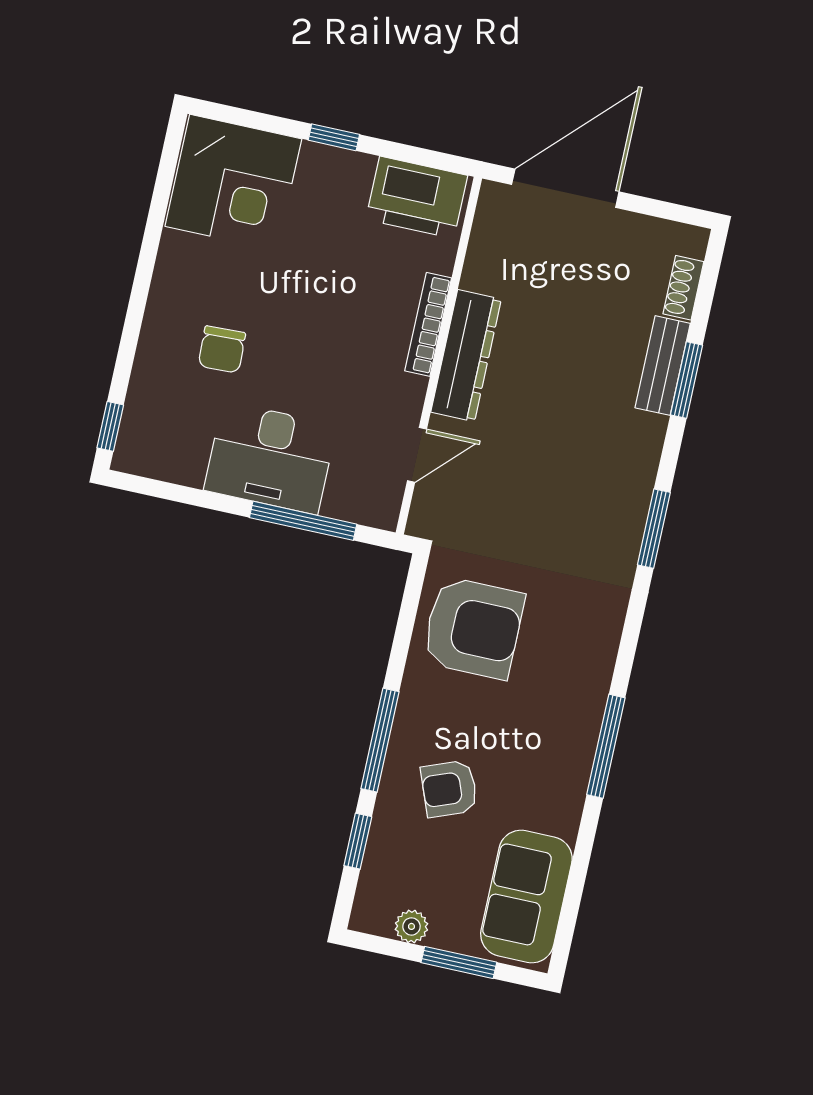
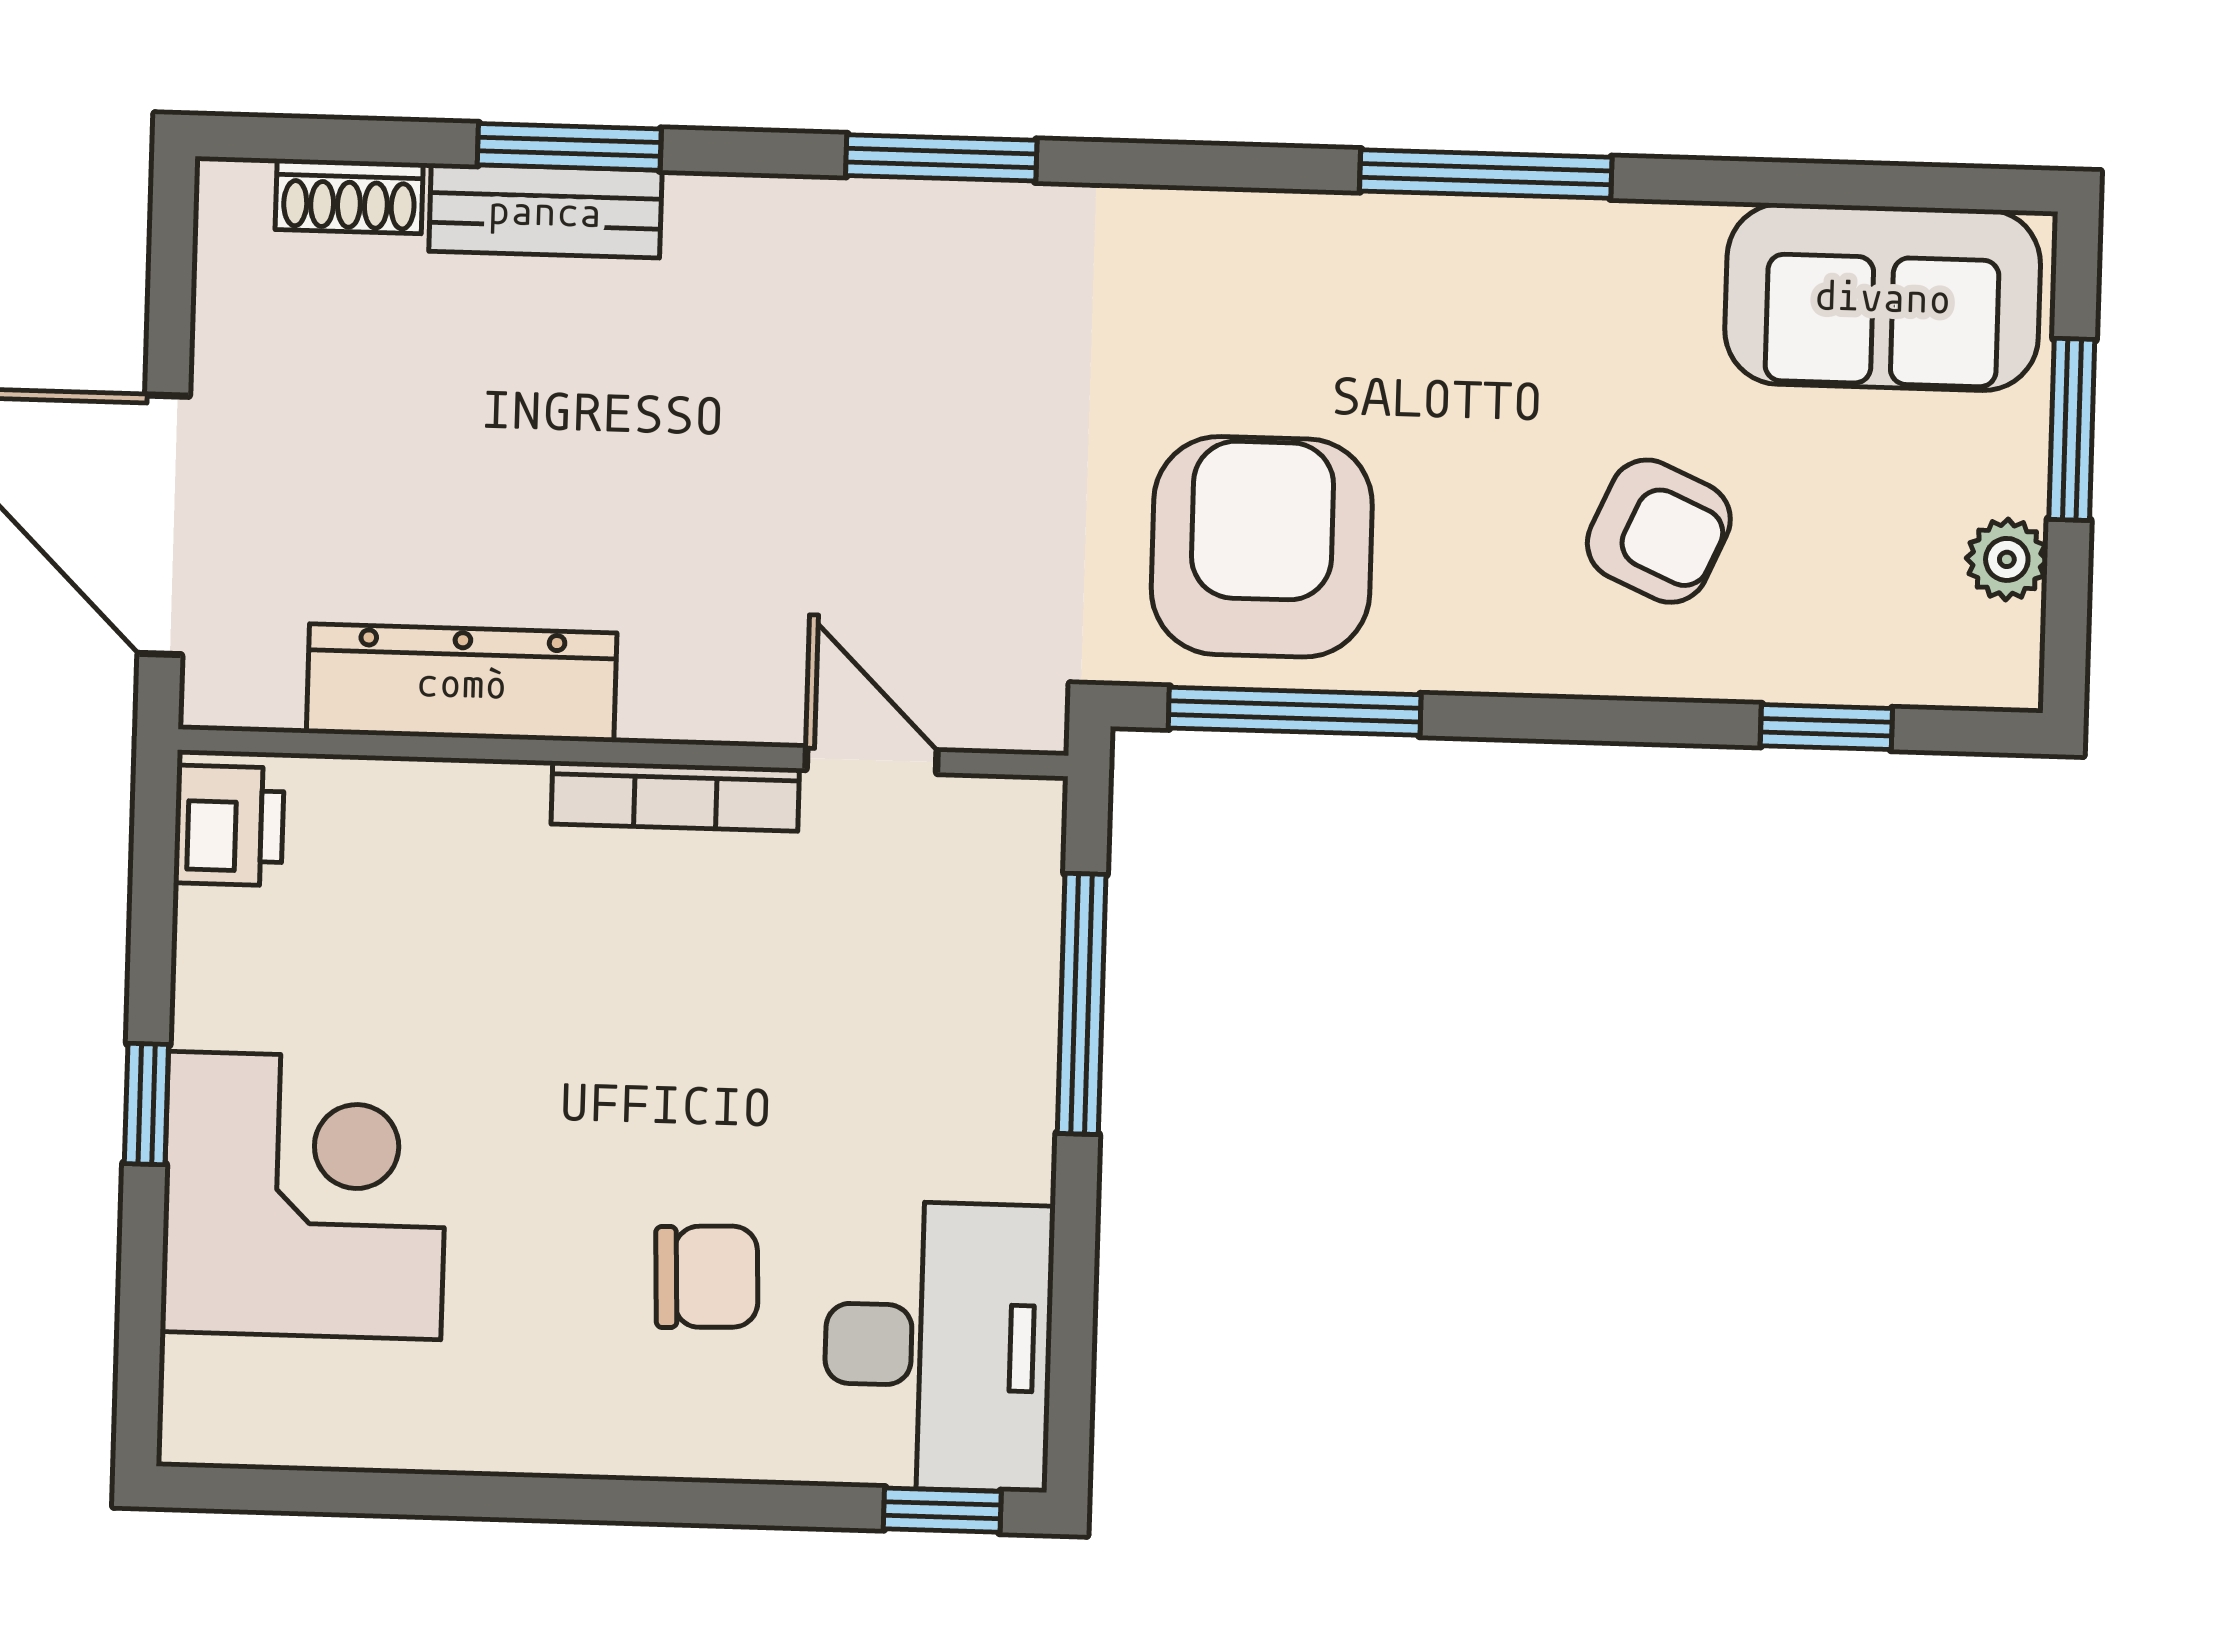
corner desk: (233, 183) -> (305, 1196), moved
printer: (417, 197) -> (229, 826), width x0.53, depth x0.68
bookcase: (428, 324) -> (675, 796), moved
dresser: (466, 356) -> (462, 683), moved
desk: (270, 458) -> (938, 1346), moved
window: (380, 740) -> (1295, 711), moved
armchair: (449, 789) -> (1659, 531), turned -45

